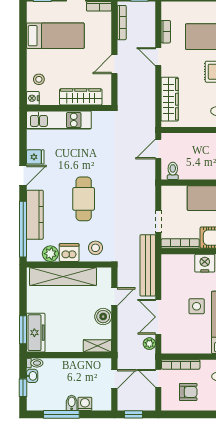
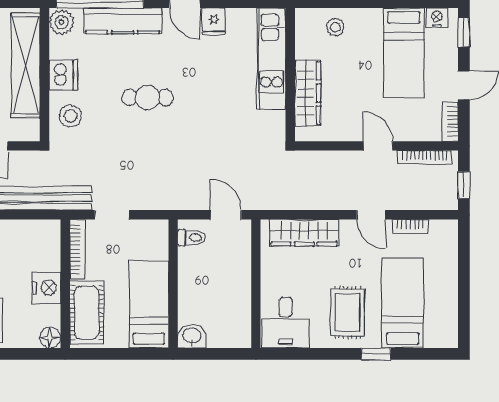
door: (158, 57) -> (371, 215), swing flipped
door: (114, 64) -> (378, 146), moved
nightstand: (33, 98) -> (437, 18), moved
cafe table: (84, 199) -> (148, 97), width x0.73, depth x0.74
plant: (50, 254) -> (61, 22), moved

